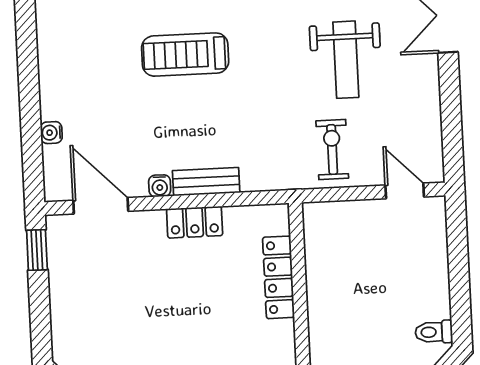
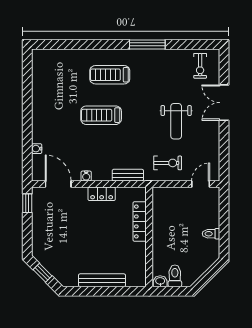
exercise bike: (332, 150) -> (168, 163), turned 90
bench: (206, 182) -> (128, 175), moved
door: (405, 191) -> (201, 184), hinge flipped
toilet: (434, 332) -> (211, 234), moved

